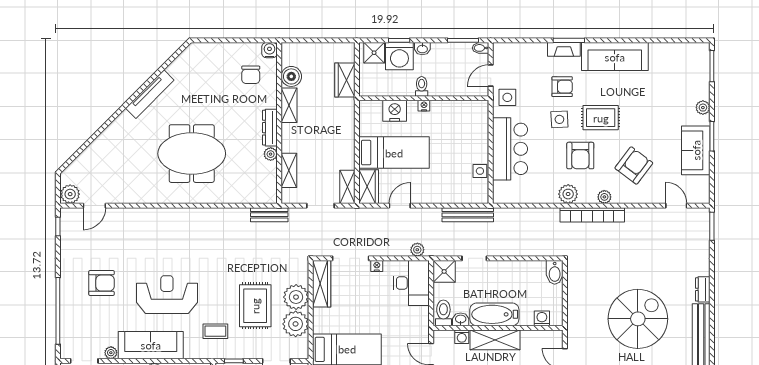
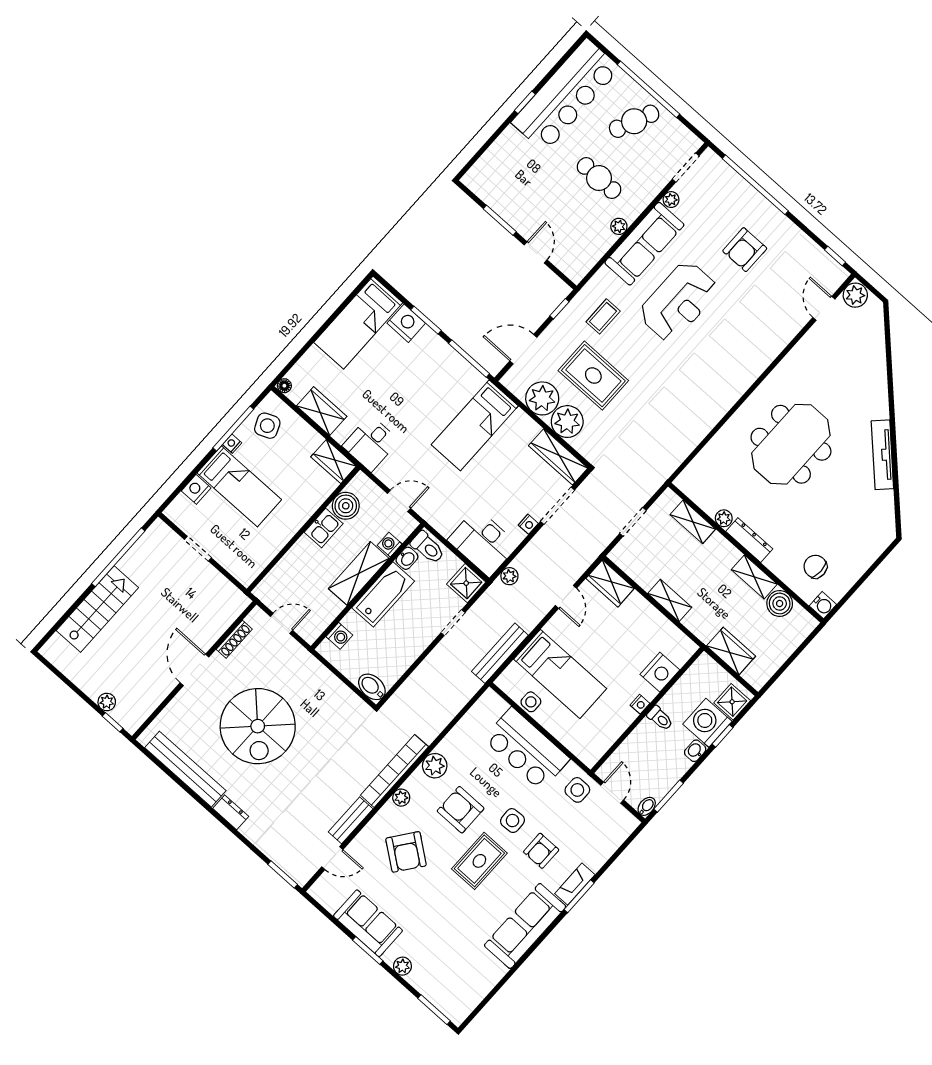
bed: (394, 153) -> (560, 674), moved, turned -90
shelving: (347, 187) -> (670, 600), moved
bench: (269, 215) -> (351, 820), moved

